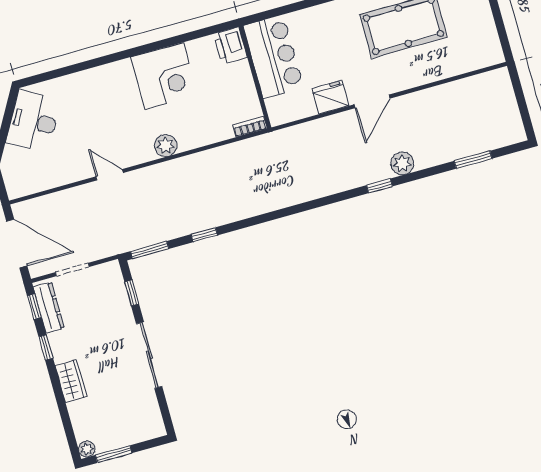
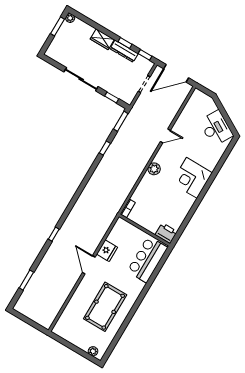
bar counter: (273, 57) -> (147, 259), moved, turned 90
corner desk: (164, 76) -> (192, 178), moved
plant: (402, 163) -> (53, 252), removed
dresser: (49, 307) -> (124, 51), moved

